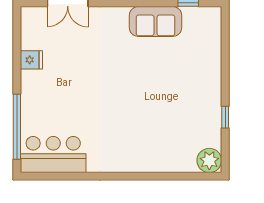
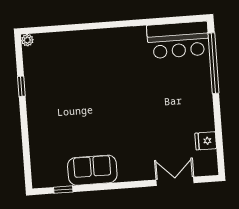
fridge: (31, 60) -> (206, 141), moved
plant: (209, 160) -> (27, 40), width x0.53, depth x0.53

